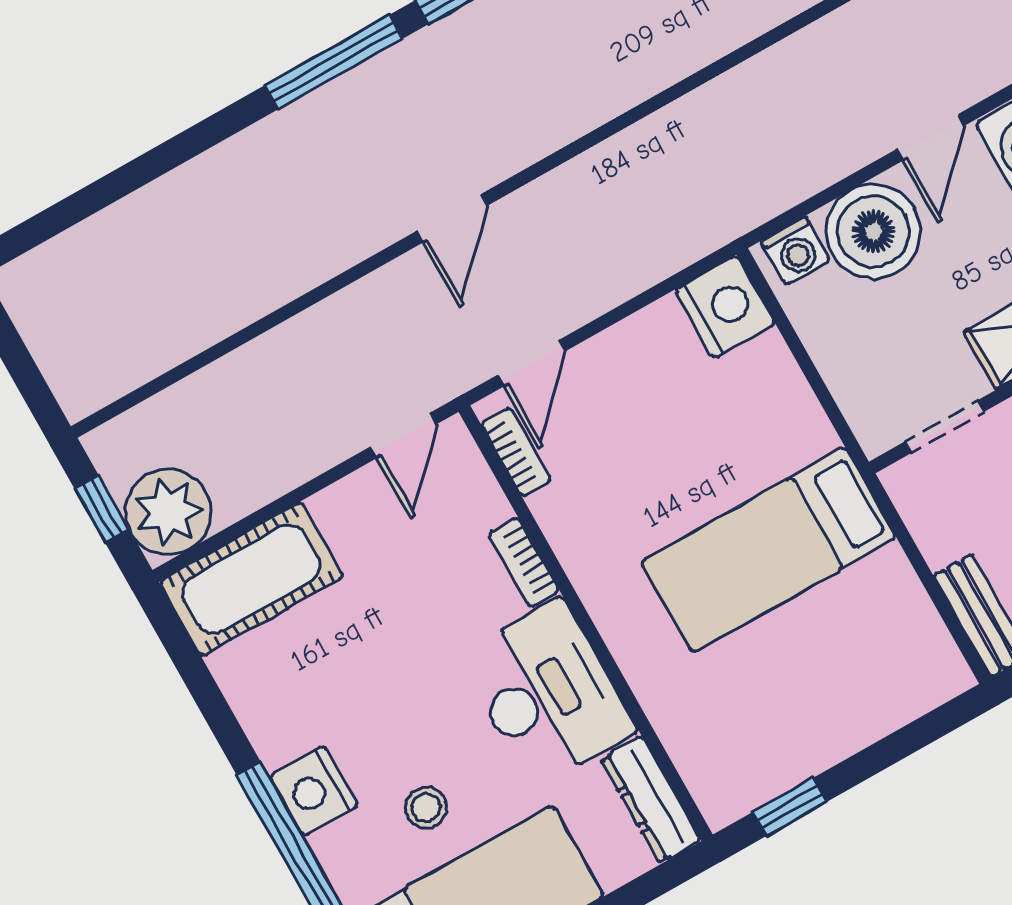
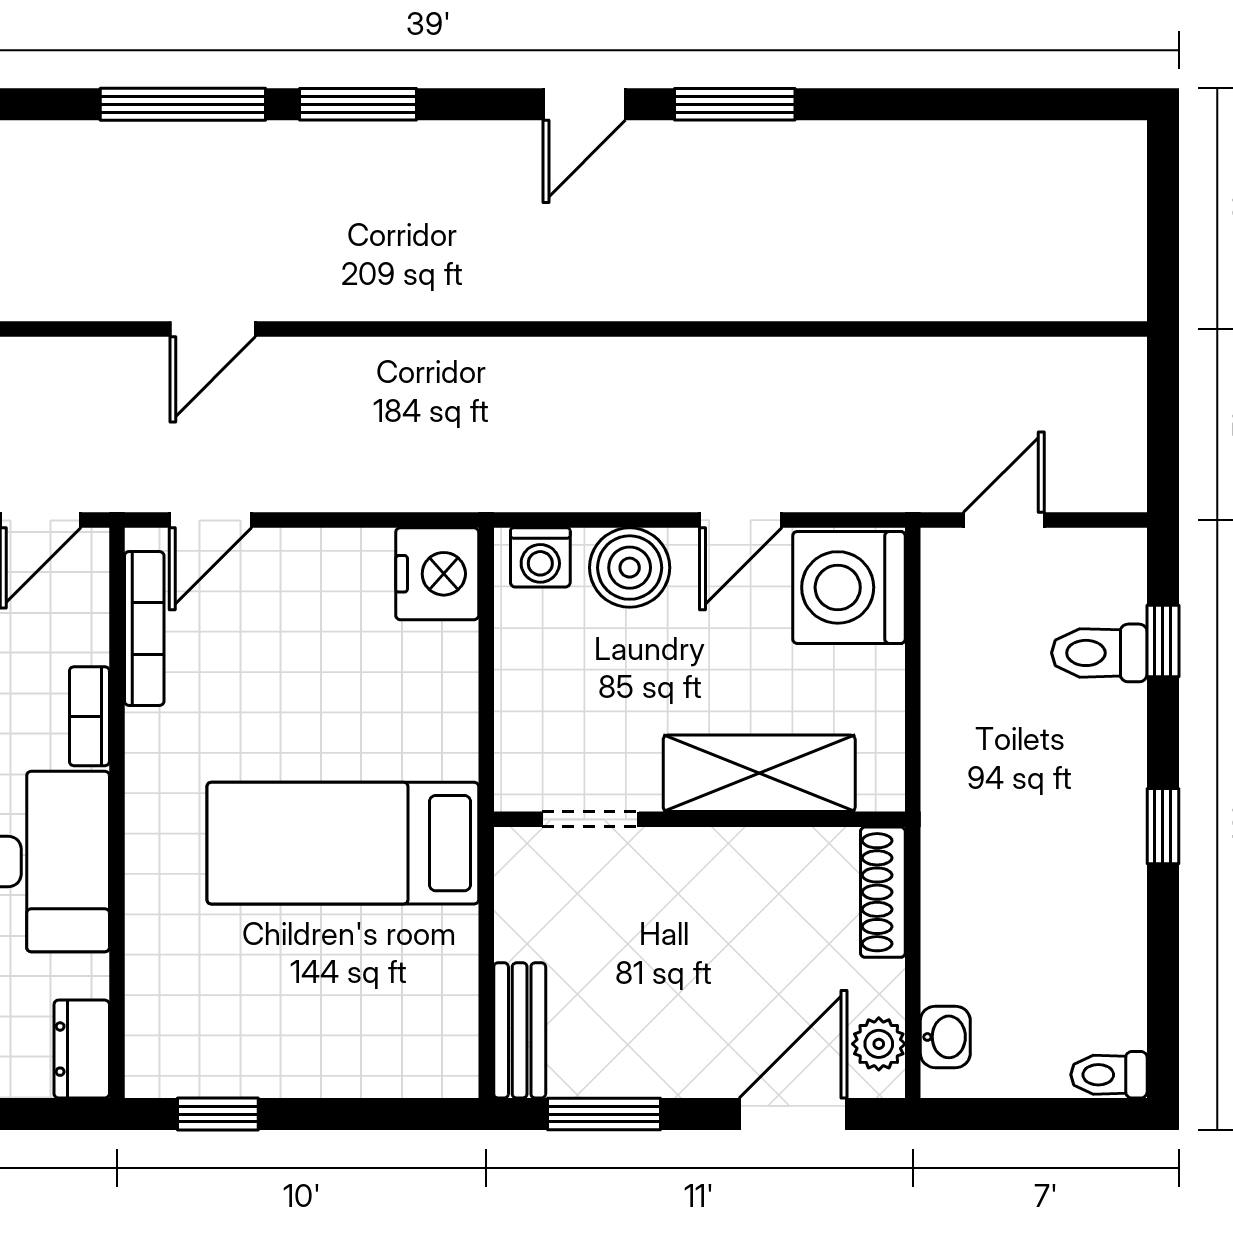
boiler: (873, 231) -> (630, 568), width x0.73, depth x0.73
bookcase: (516, 452) -> (144, 629), width x1.56
dresser: (651, 800) -> (82, 1049), width x0.70

